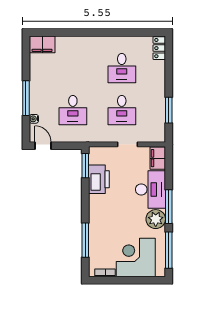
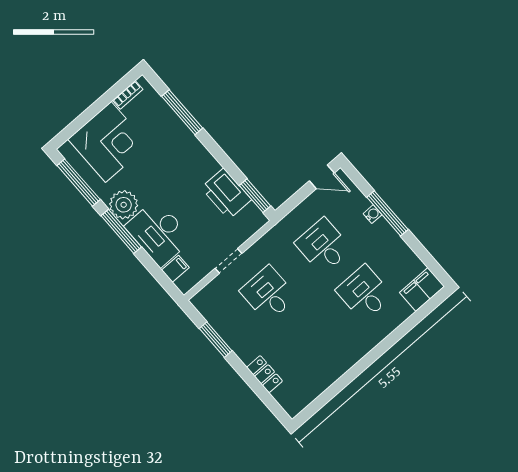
locker: (159, 48) -> (265, 374), moved
desk: (122, 68) -> (364, 293), moved
water cooler: (34, 119) -> (373, 214), moved
filing cabinet: (158, 158) -> (175, 269), width x0.50

